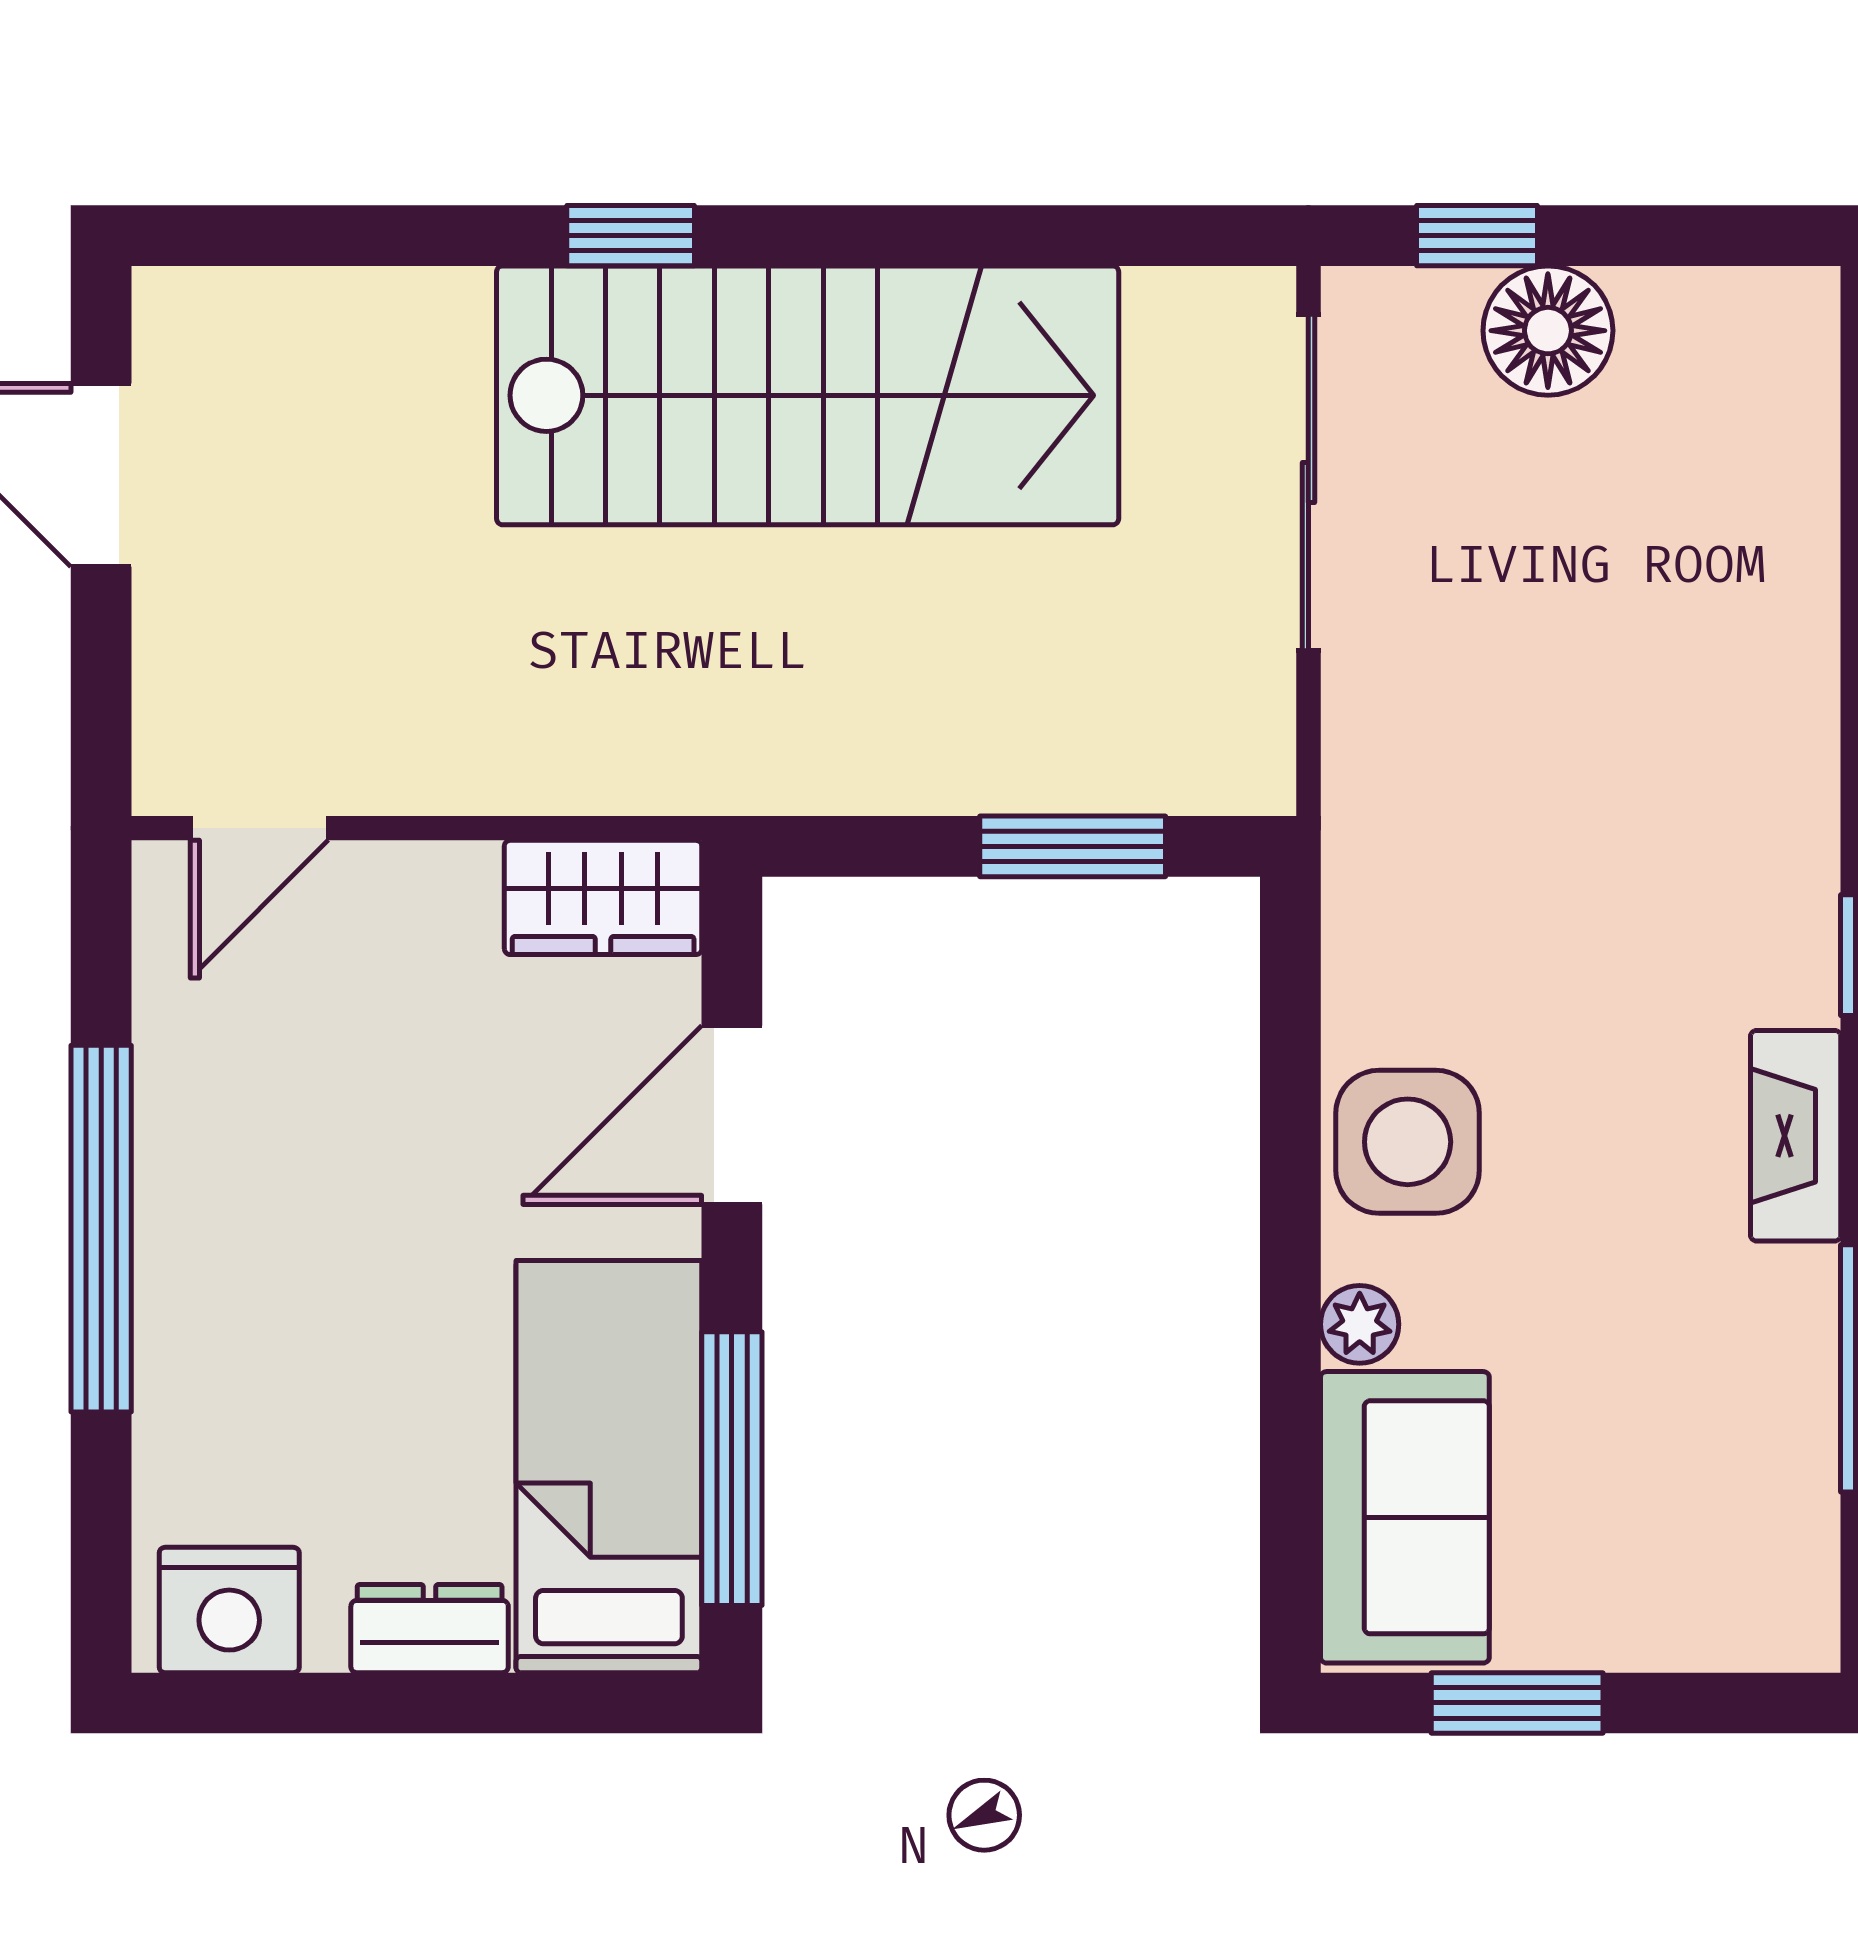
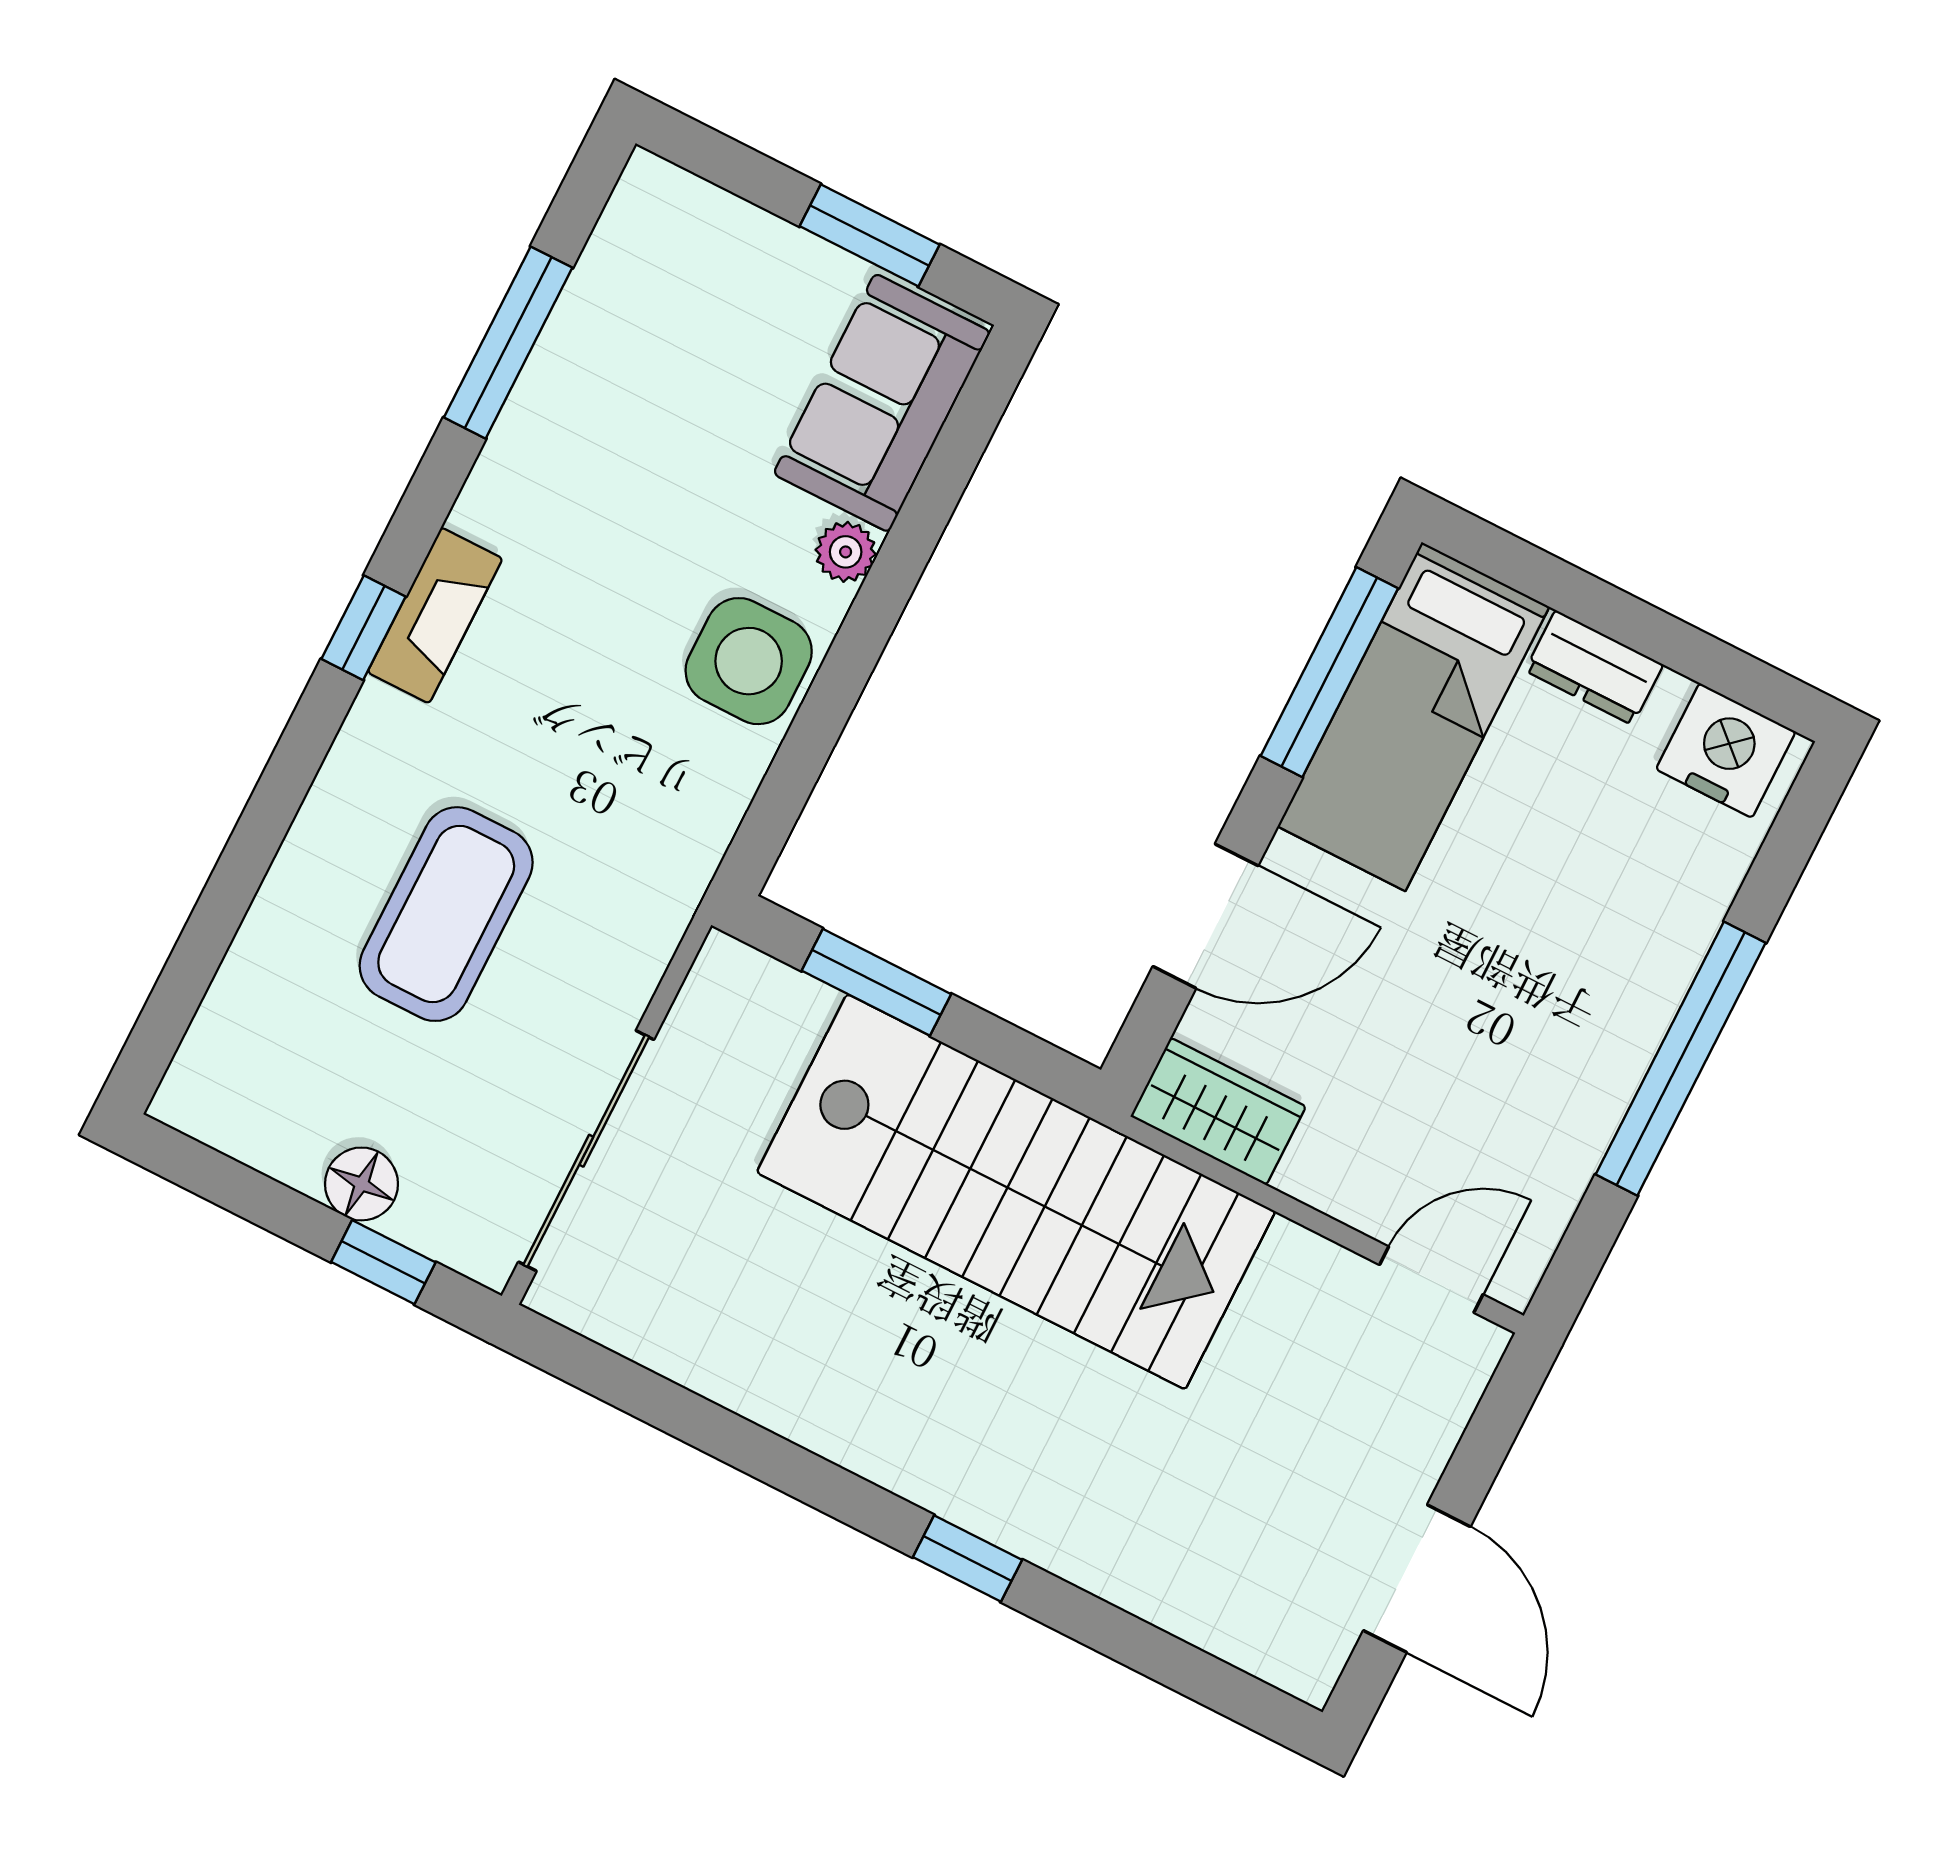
floor lamp: (1548, 331) -> (362, 1184), width x0.73, depth x0.73
stairs: (808, 395) -> (1016, 1192), moved, turned 180
coffee table: (1608, 673) -> (446, 914), added
fireplace: (1796, 1136) -> (435, 615), moved

